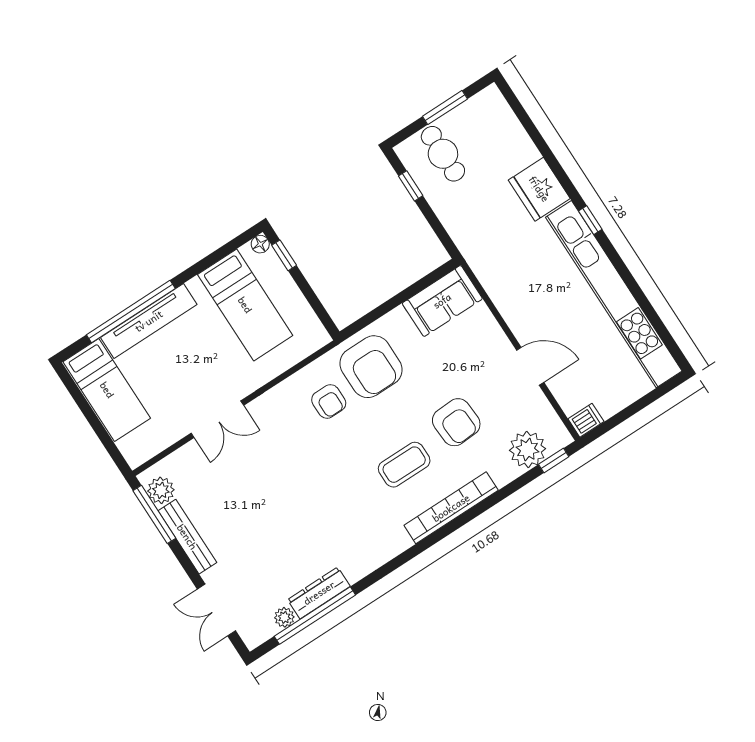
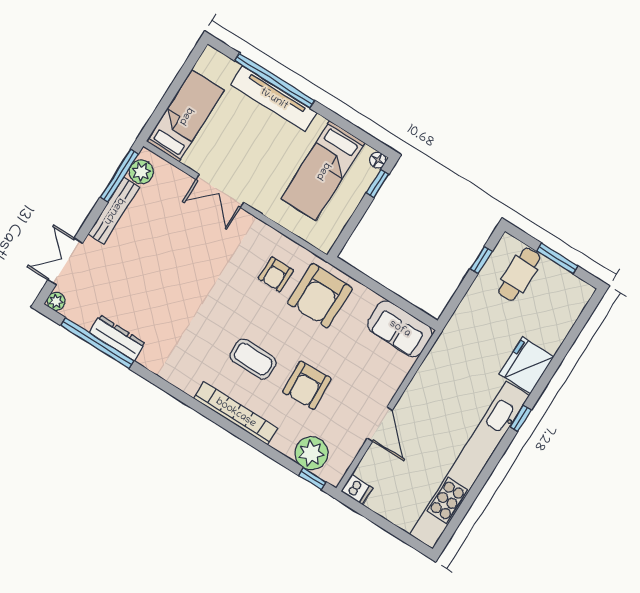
bed: (107, 390) -> (186, 116), moved, turned 180
plant: (284, 617) -> (56, 301), moved

